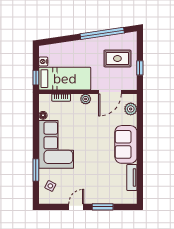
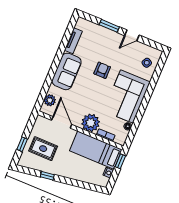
window: (102, 33) -> (47, 176), width x0.32
window: (140, 68) -> (22, 144), moved
door: (110, 92) -> (62, 122), hinge flipped
plant: (86, 99) -> (91, 123), width x1.87, depth x1.87
armchair: (91, 160) -> (102, 70), added
window: (36, 170) -> (153, 82), removed

